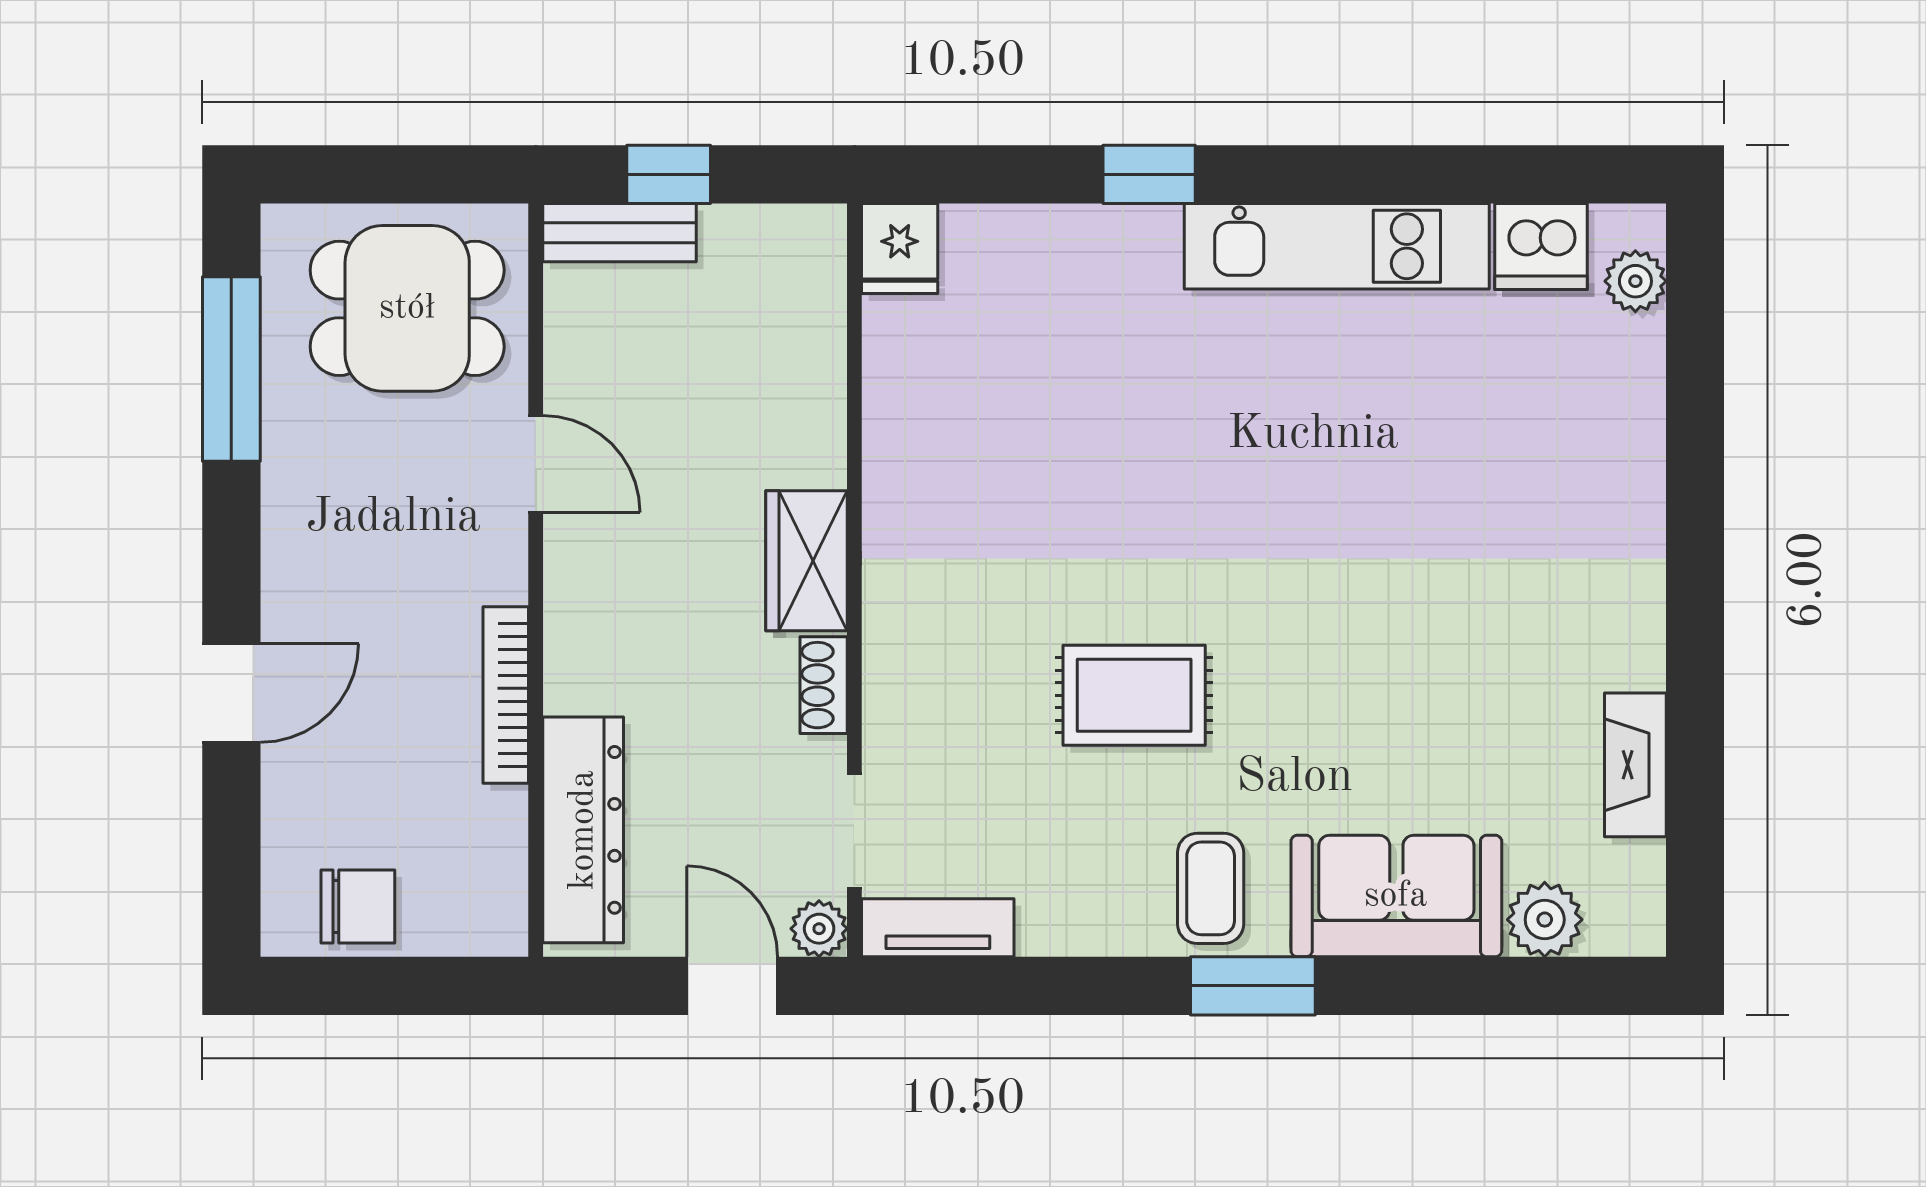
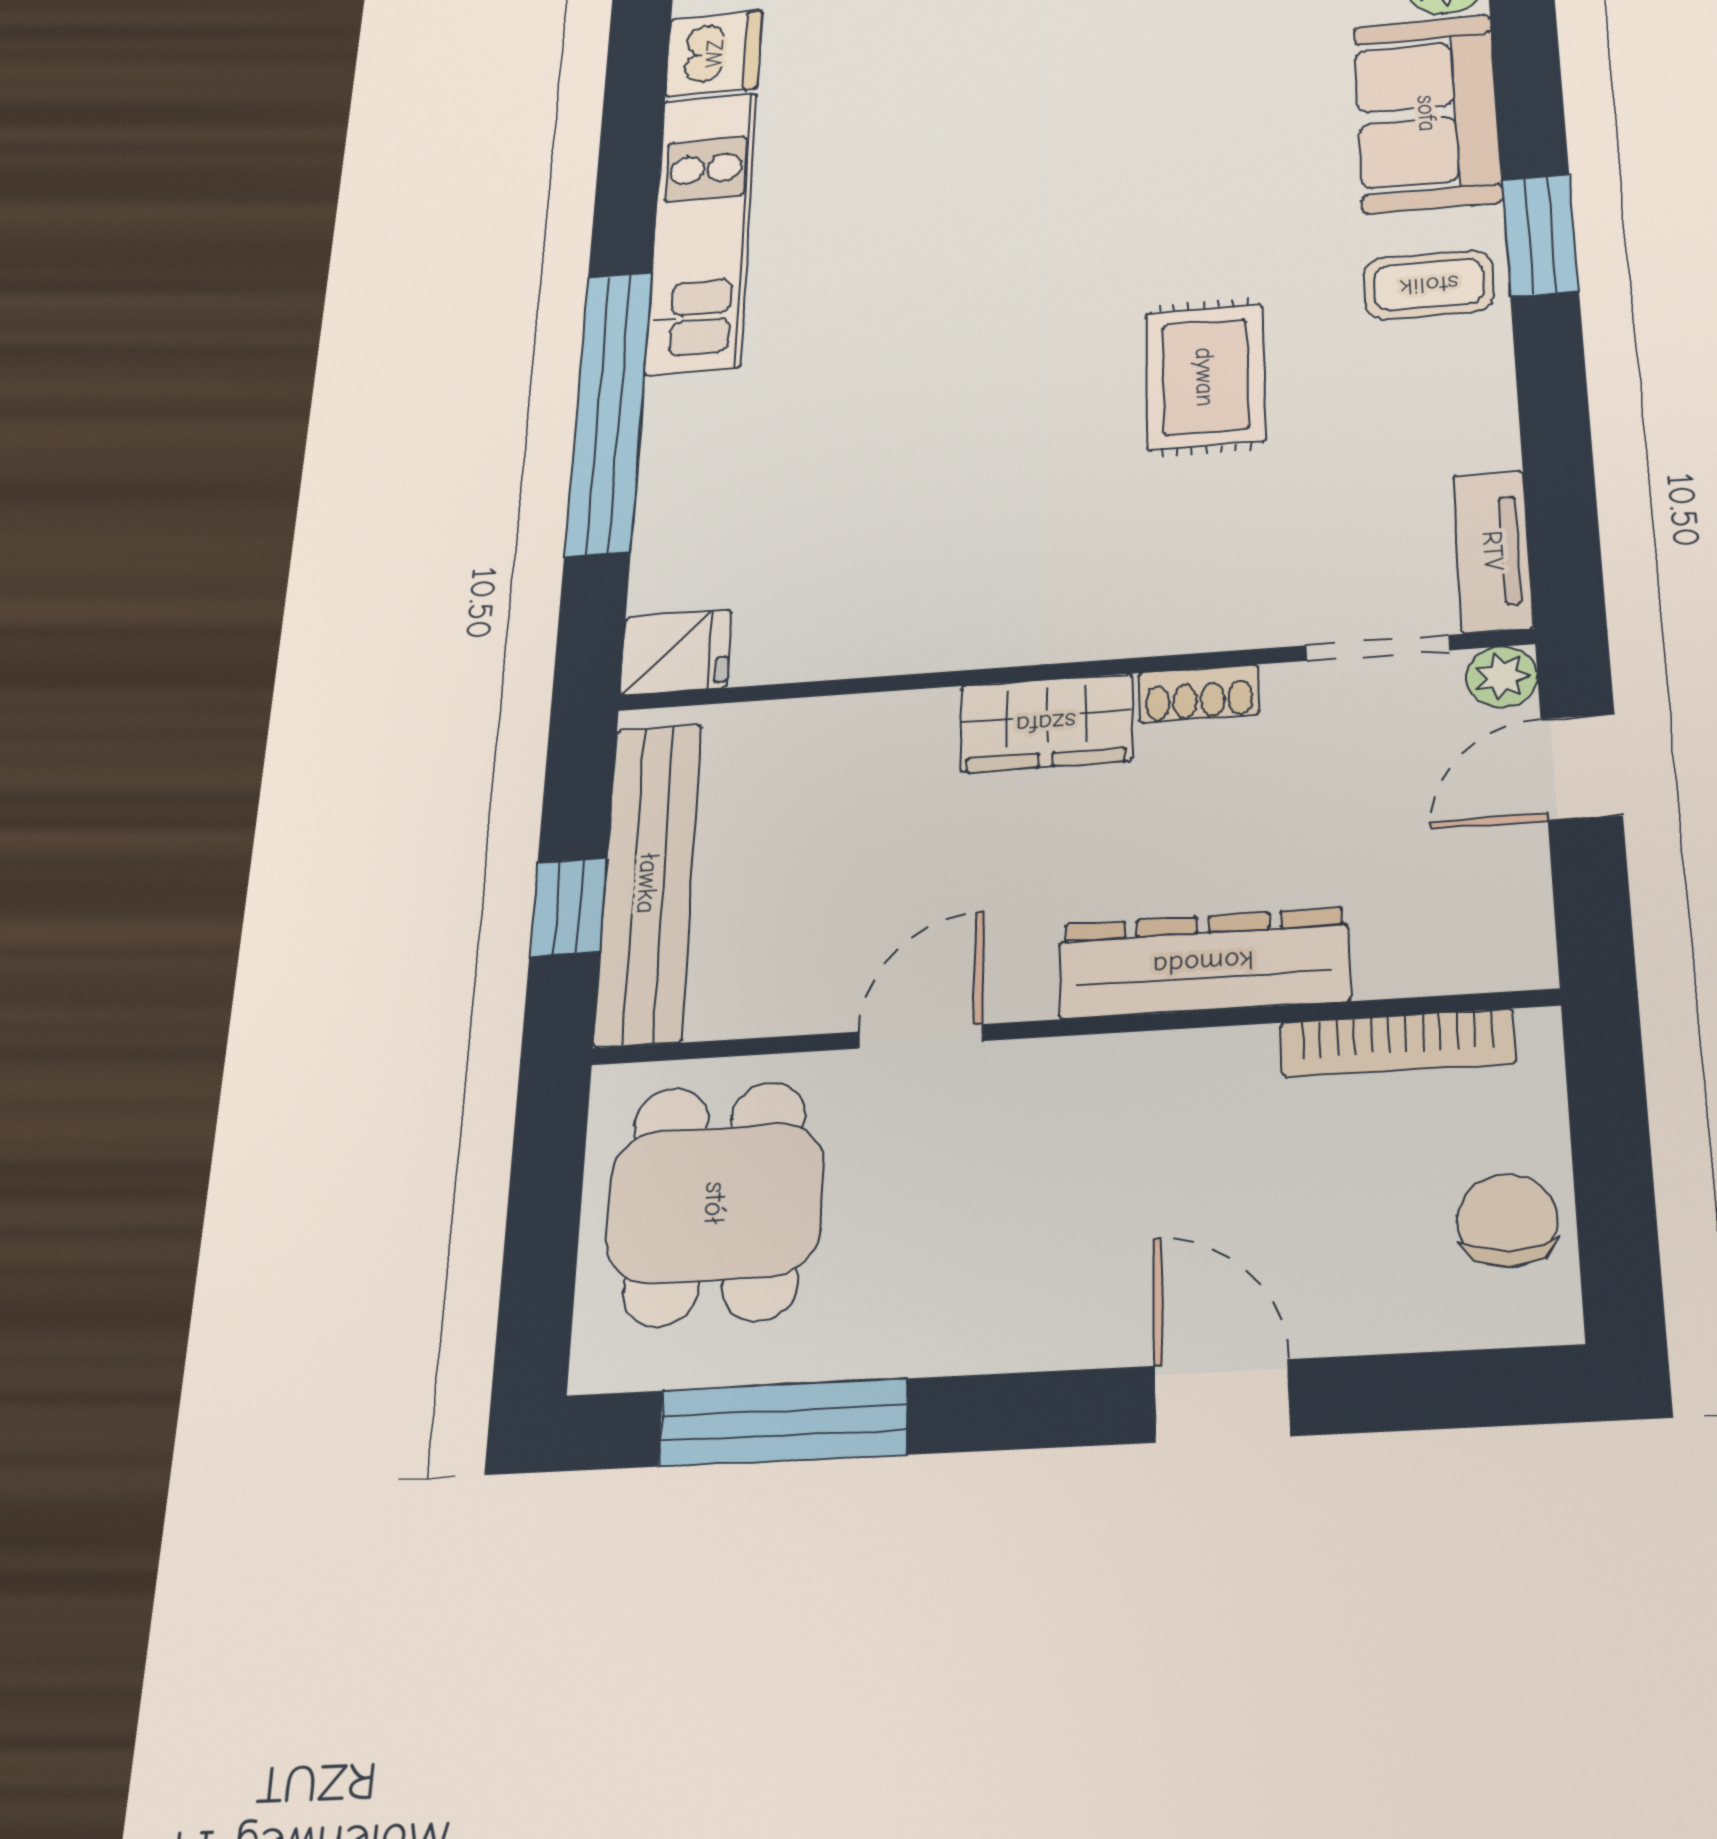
window: (1149, 174) -> (609, 412), width x3.17
bench: (620, 233) -> (648, 883), width x1.86, depth x1.21
bookcase: (506, 695) -> (1397, 1043), moved
dresser: (583, 830) -> (1203, 963), moved

